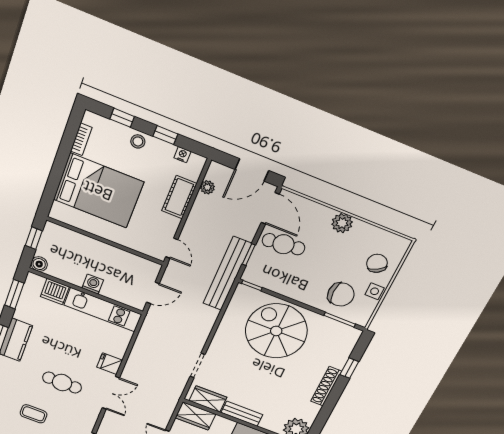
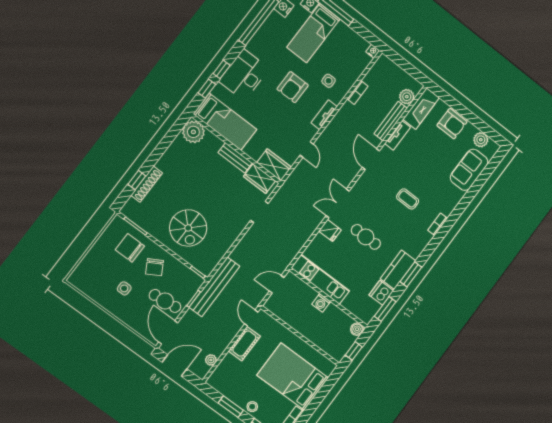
window: (165, 135) -> (231, 407), width x1.50
nightstand: (182, 155) -> (223, 389), removed
cot: (179, 197) -> (244, 344), moved
plant: (342, 223) -> (117, 308), removed
chair: (377, 263) -> (154, 267), moved
side table: (375, 291) -> (124, 288), moved
dishwasher: (55, 292) -> (381, 293), moved, turned -90
spiral stairs: (276, 331) -> (188, 228), width x0.73, depth x0.73
cafe table: (62, 383) -> (366, 237), moved
shoe rack: (326, 386) -> (147, 184), moved

